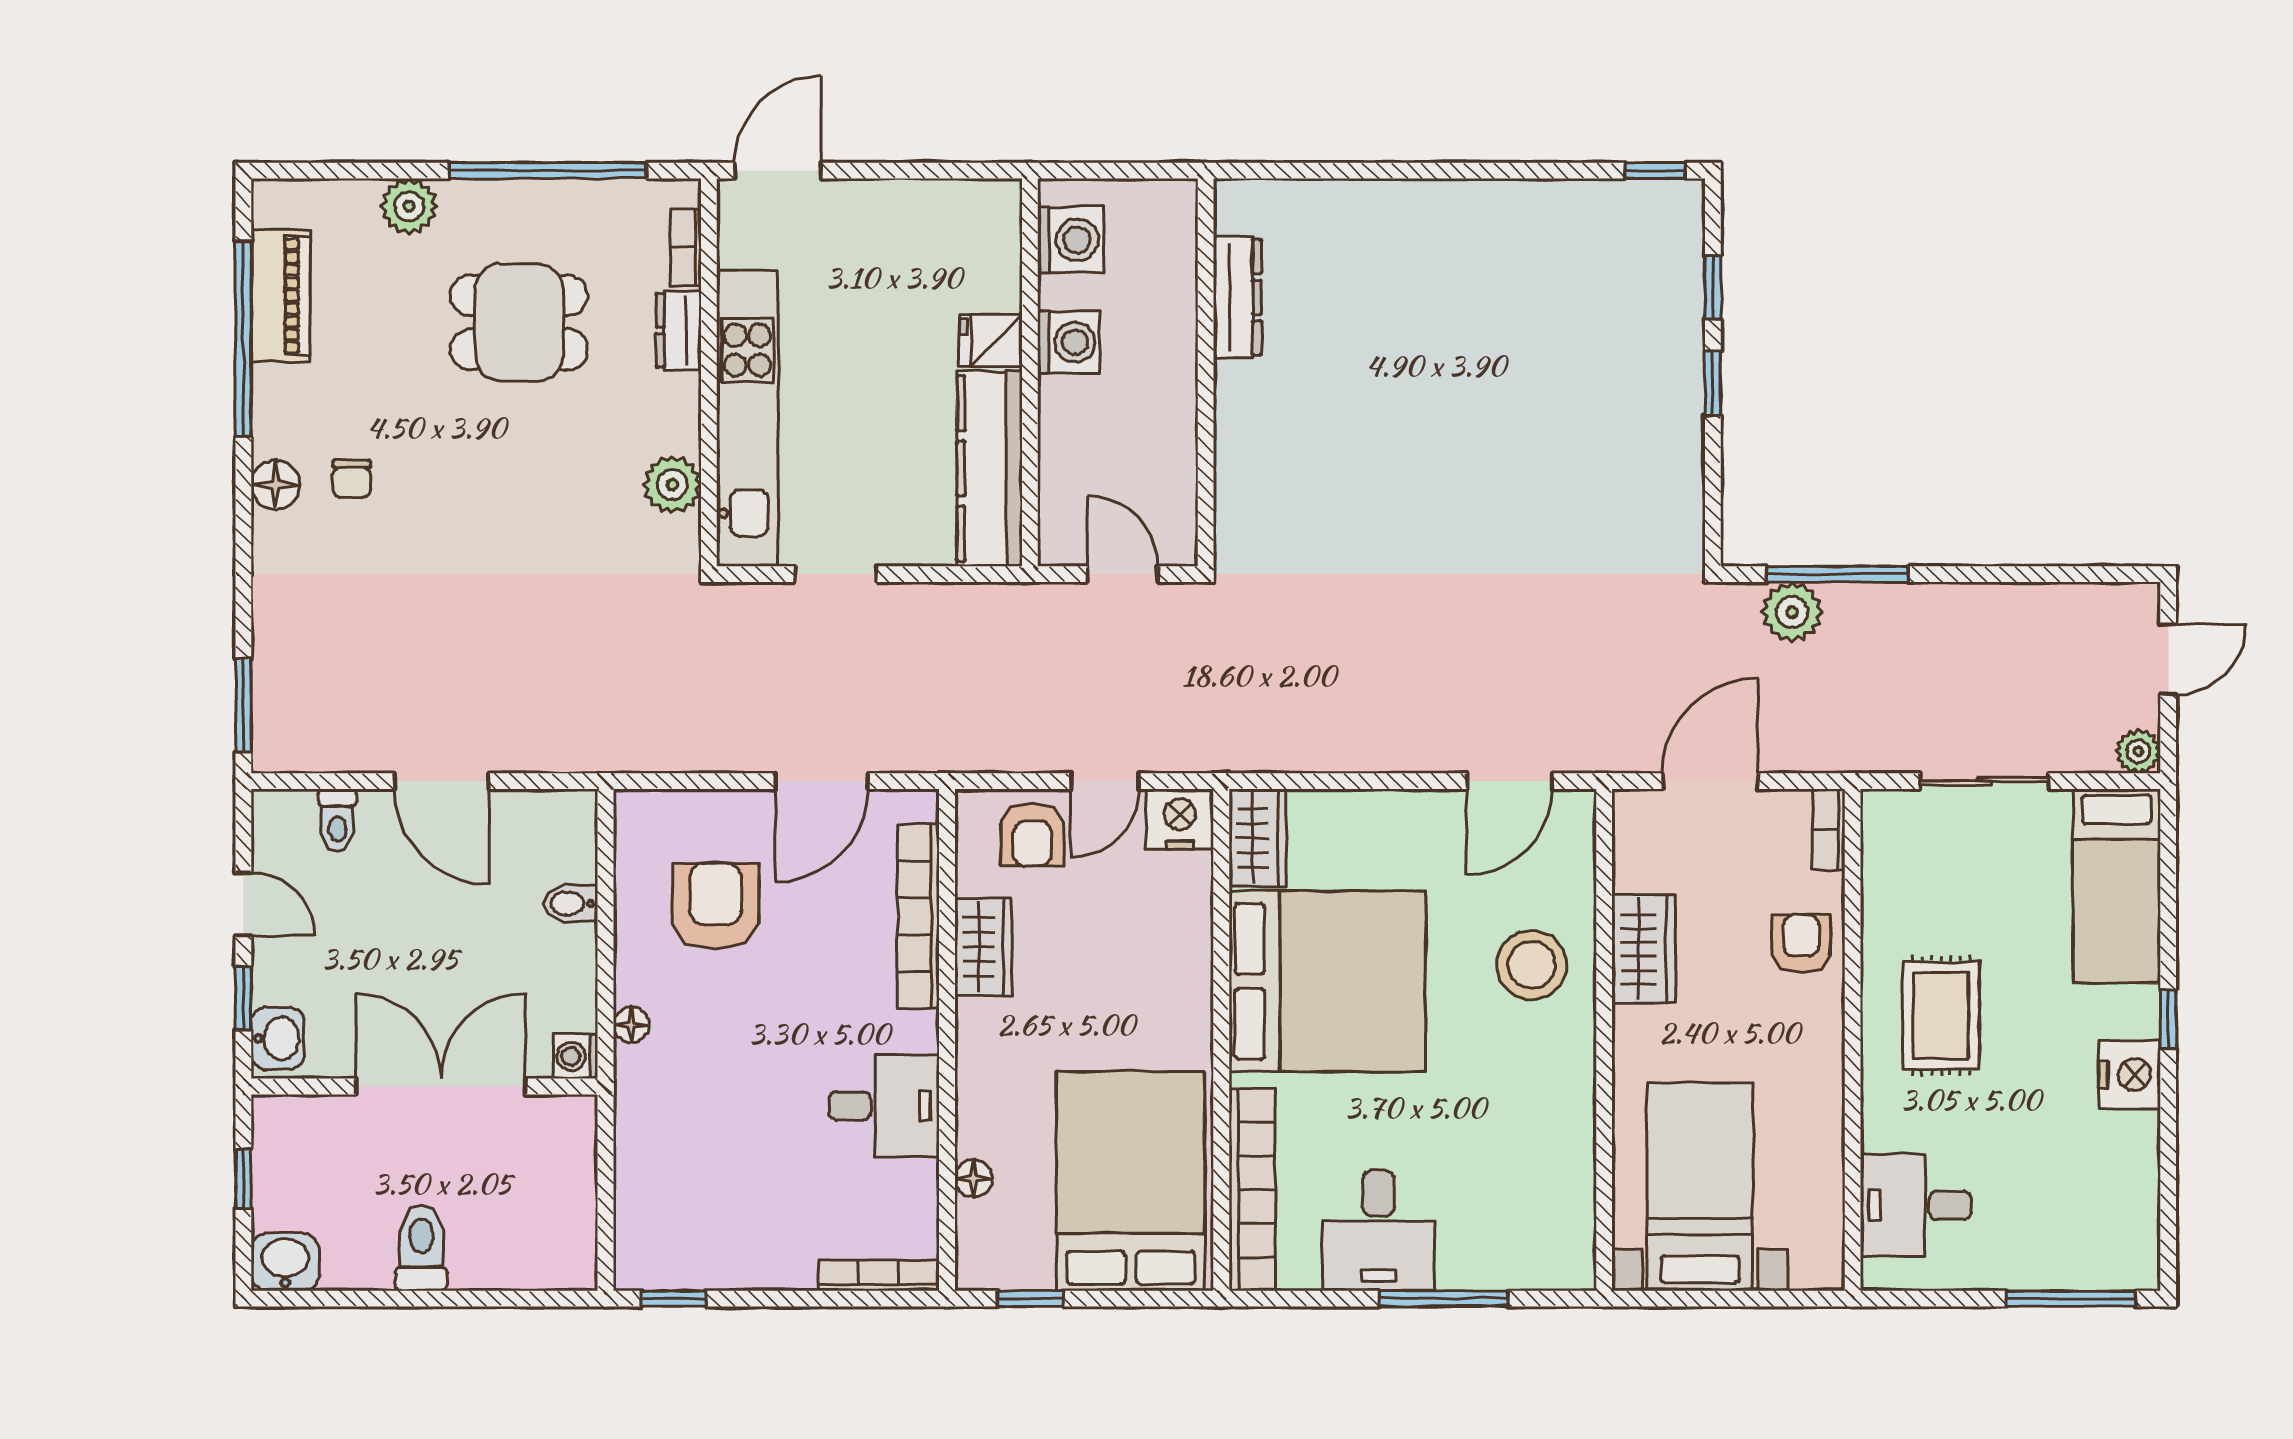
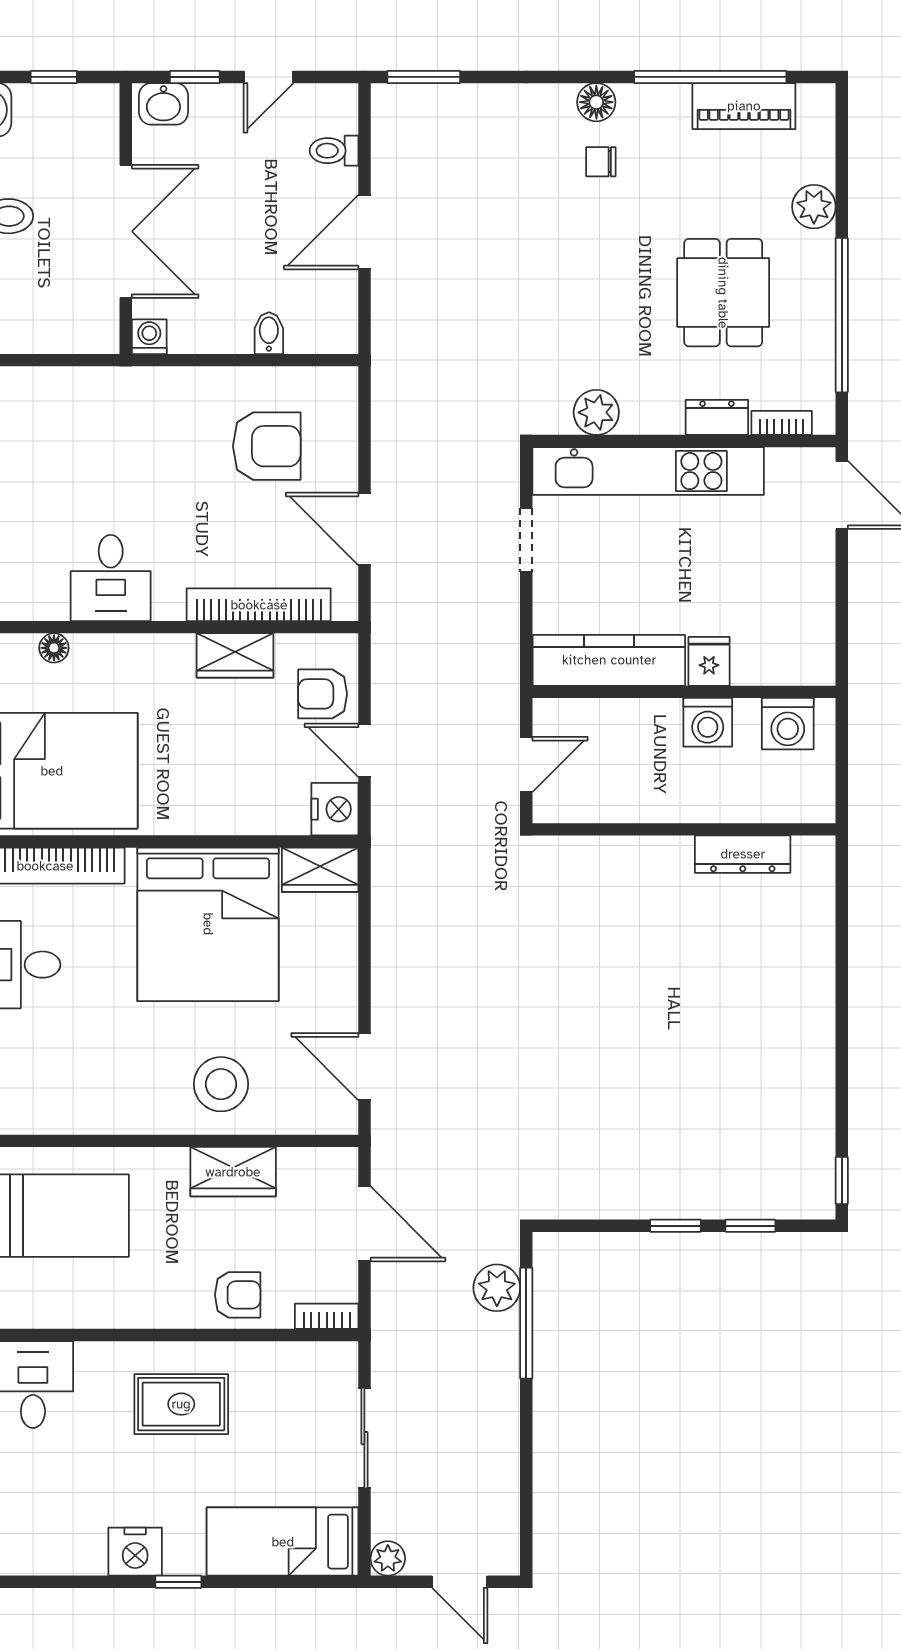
floor lamp: (631, 1025) -> (174, 380), removed

